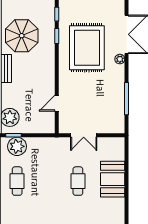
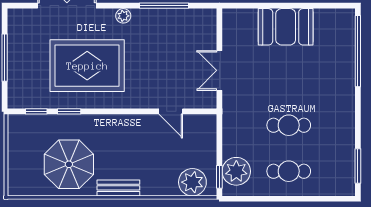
plant: (120, 59) -> (123, 16), moved
double door: (84, 135) -> (219, 70), swing flipped
cafe table: (78, 181) -> (289, 125), moved

